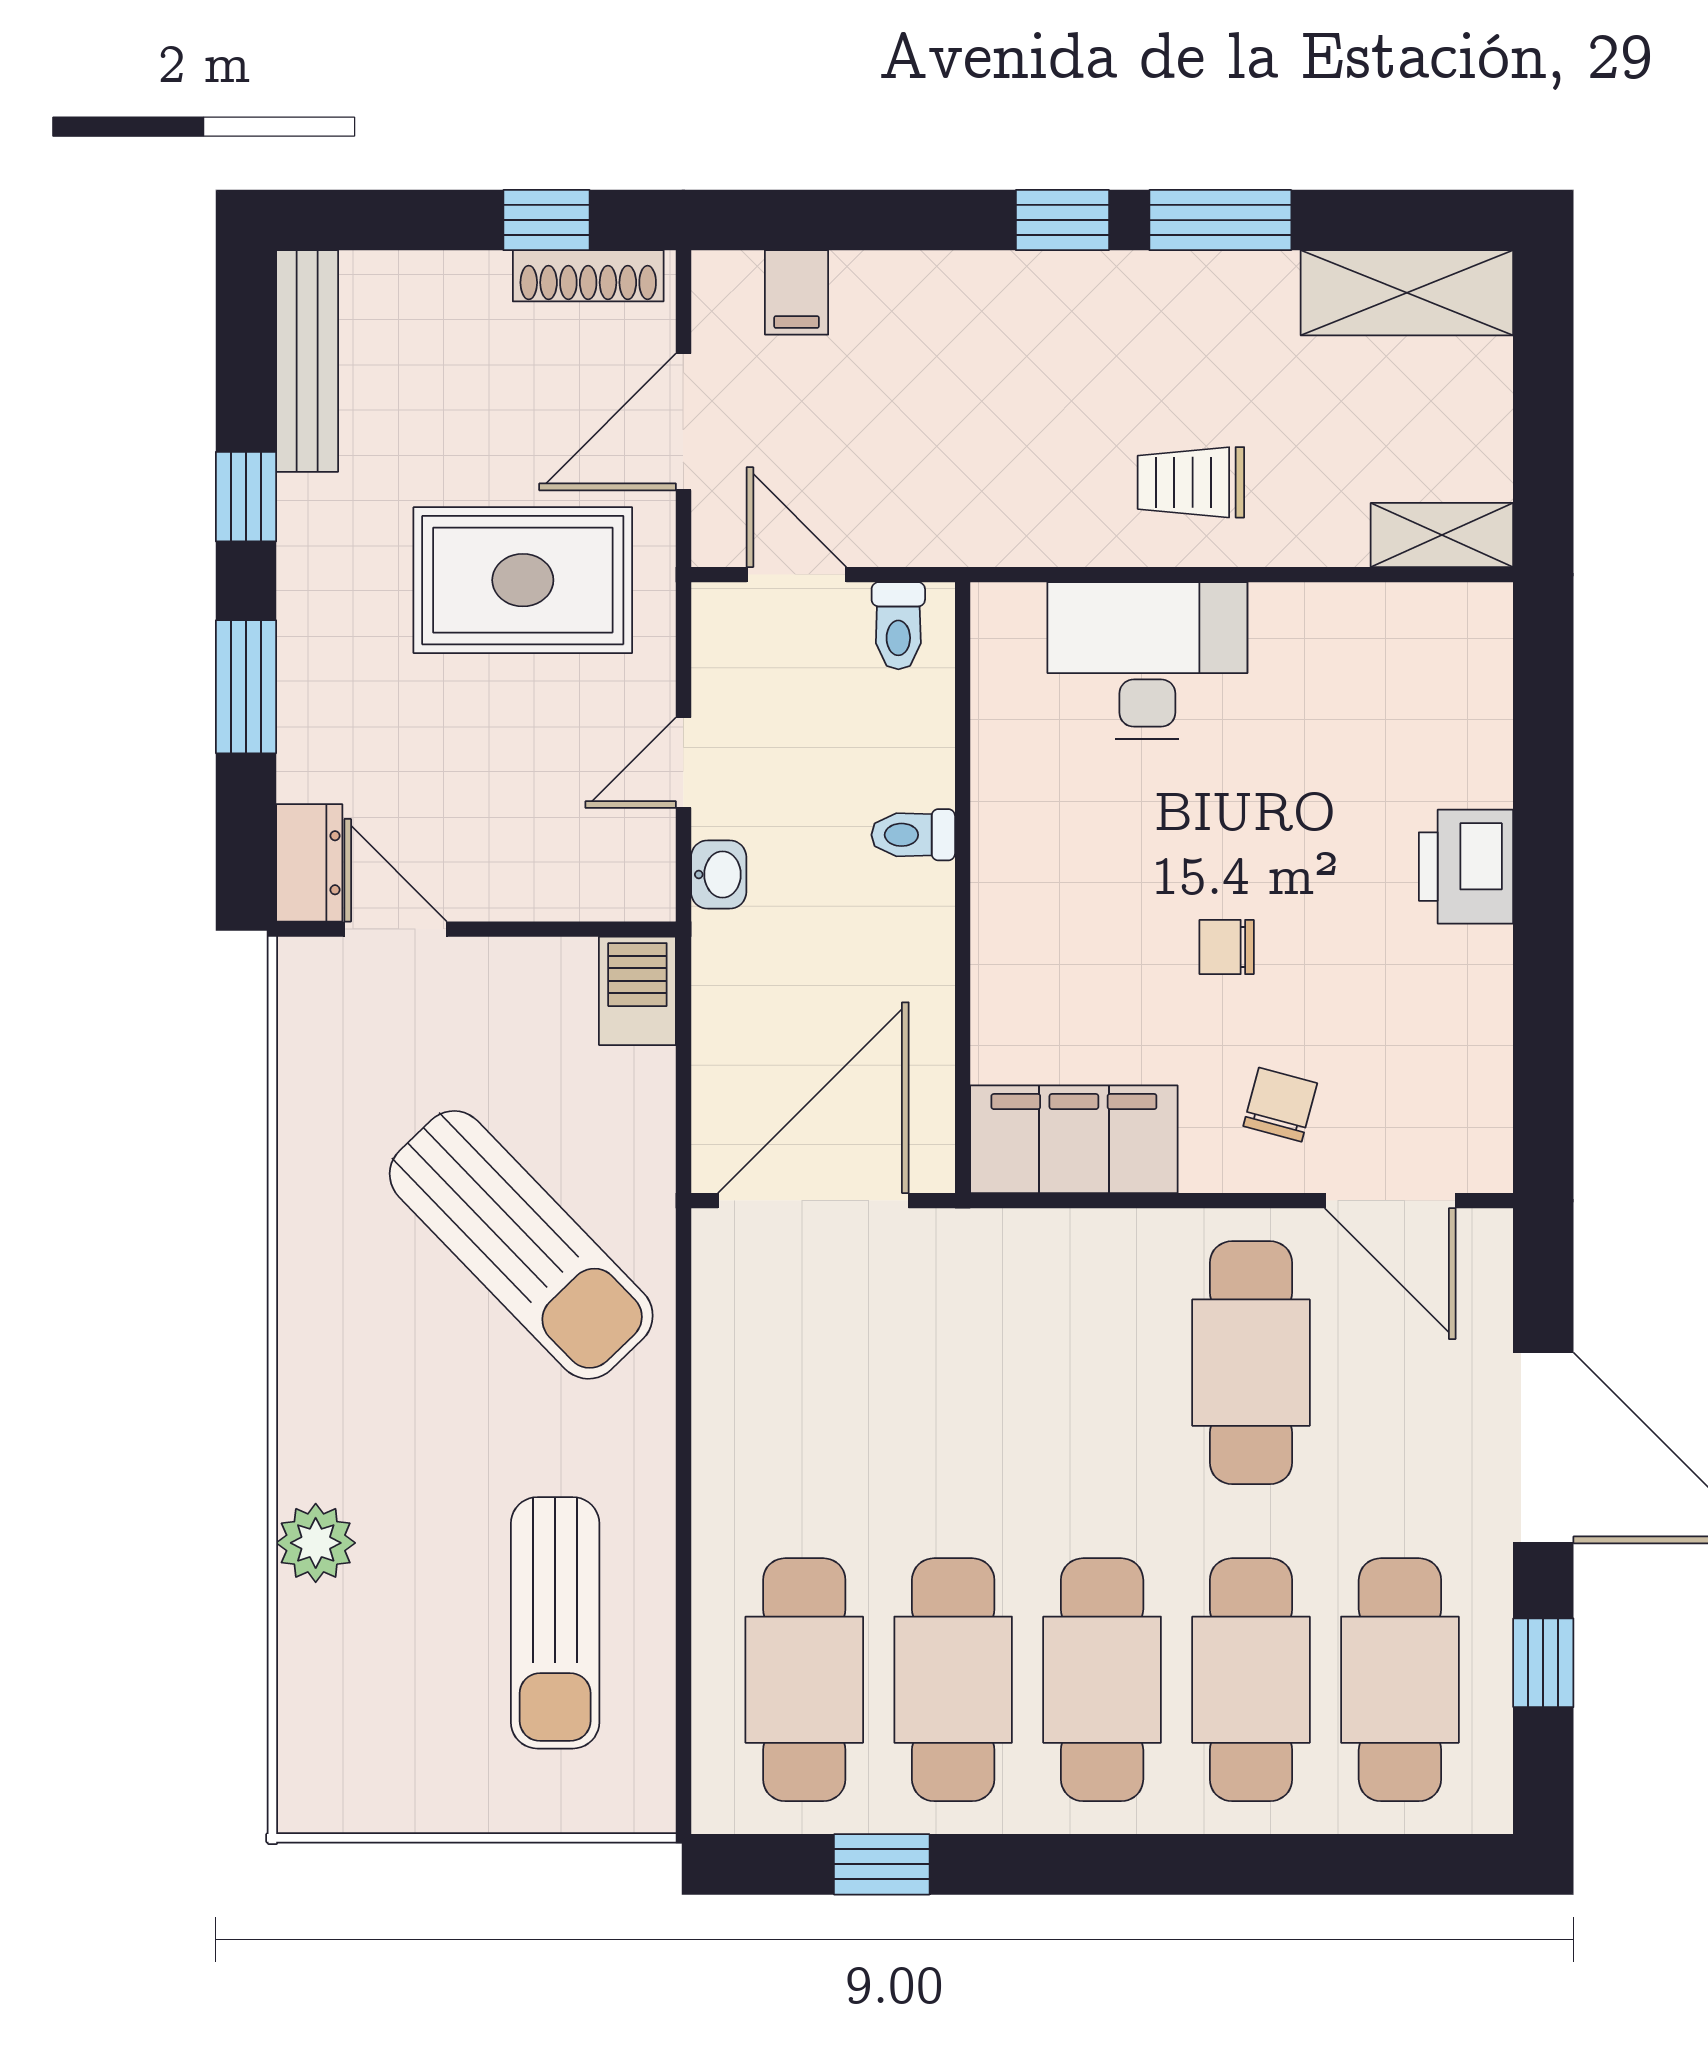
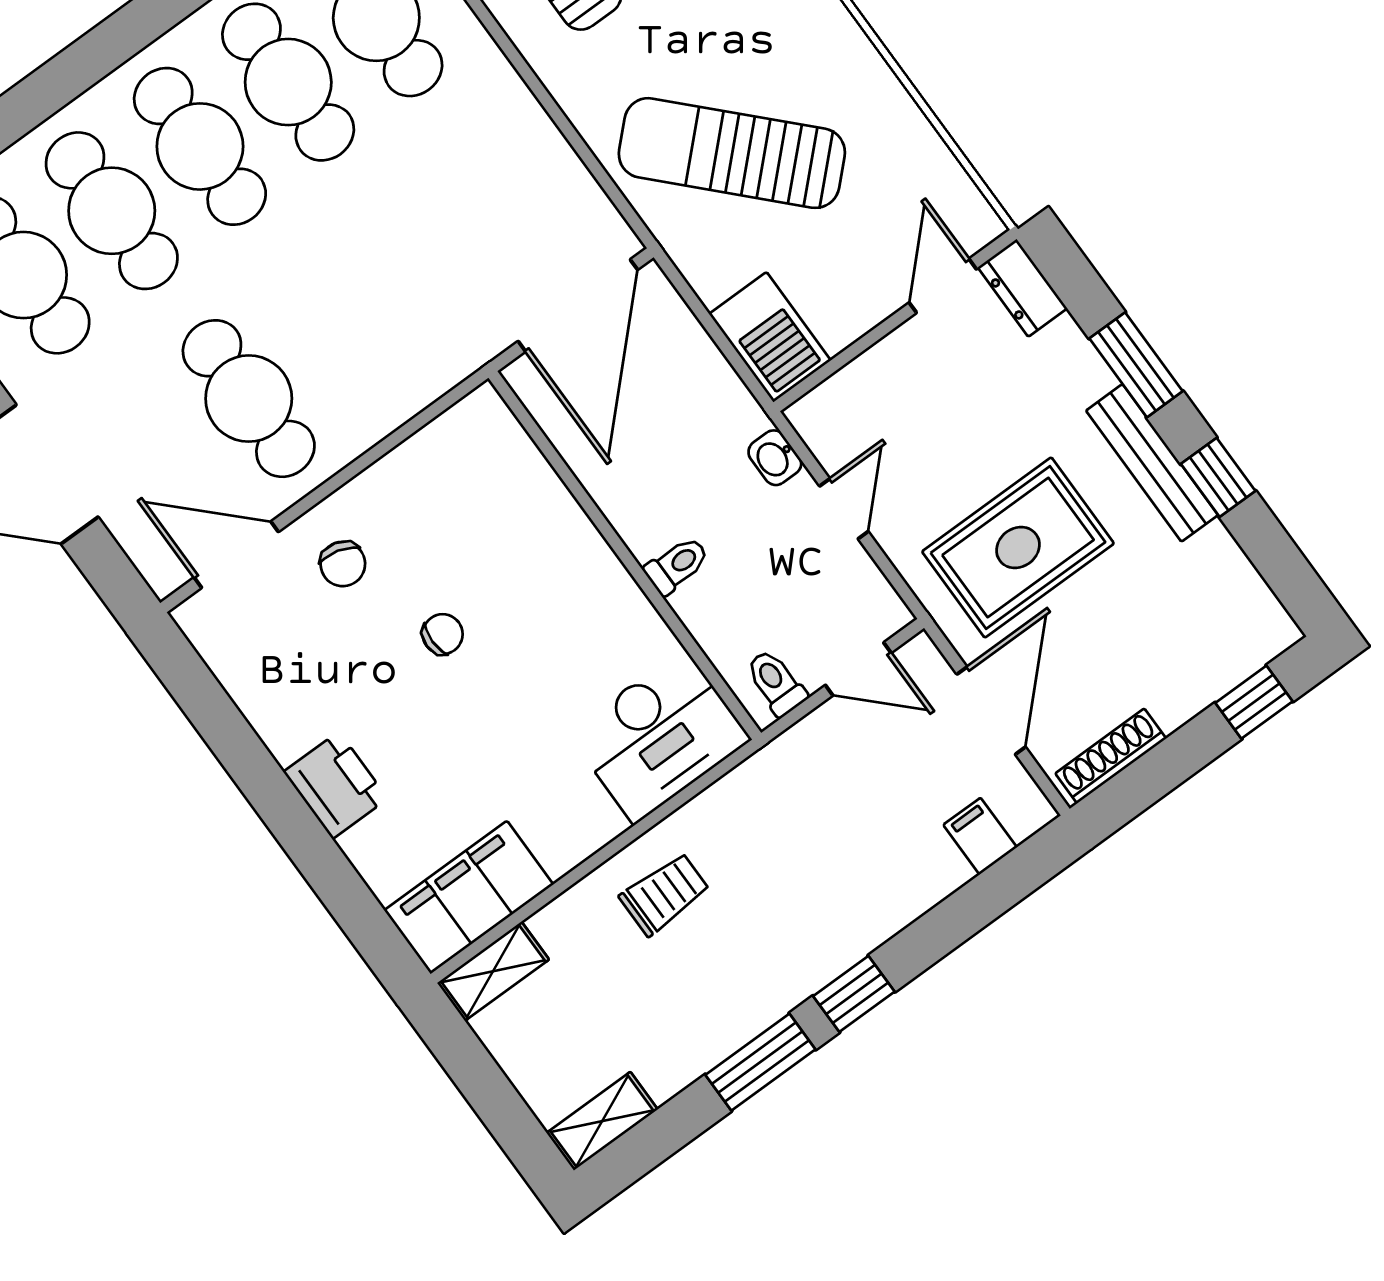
window: (546, 220) -> (1254, 702), moved
shelving: (1407, 293) -> (602, 1121), width x0.67, depth x0.75
bench: (307, 361) -> (1152, 463), moved
desk: (1147, 661) -> (659, 736), moved
door: (396, 929) -> (943, 286), swing flipped
barbecue: (637, 991) -> (770, 337), width x1.38, depth x1.27
filing cabinet: (1074, 1139) -> (469, 897), moved, turned 180

